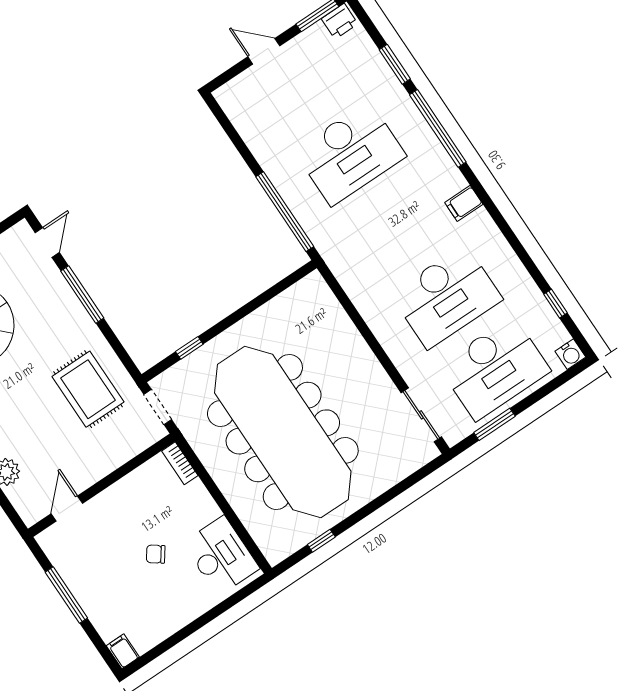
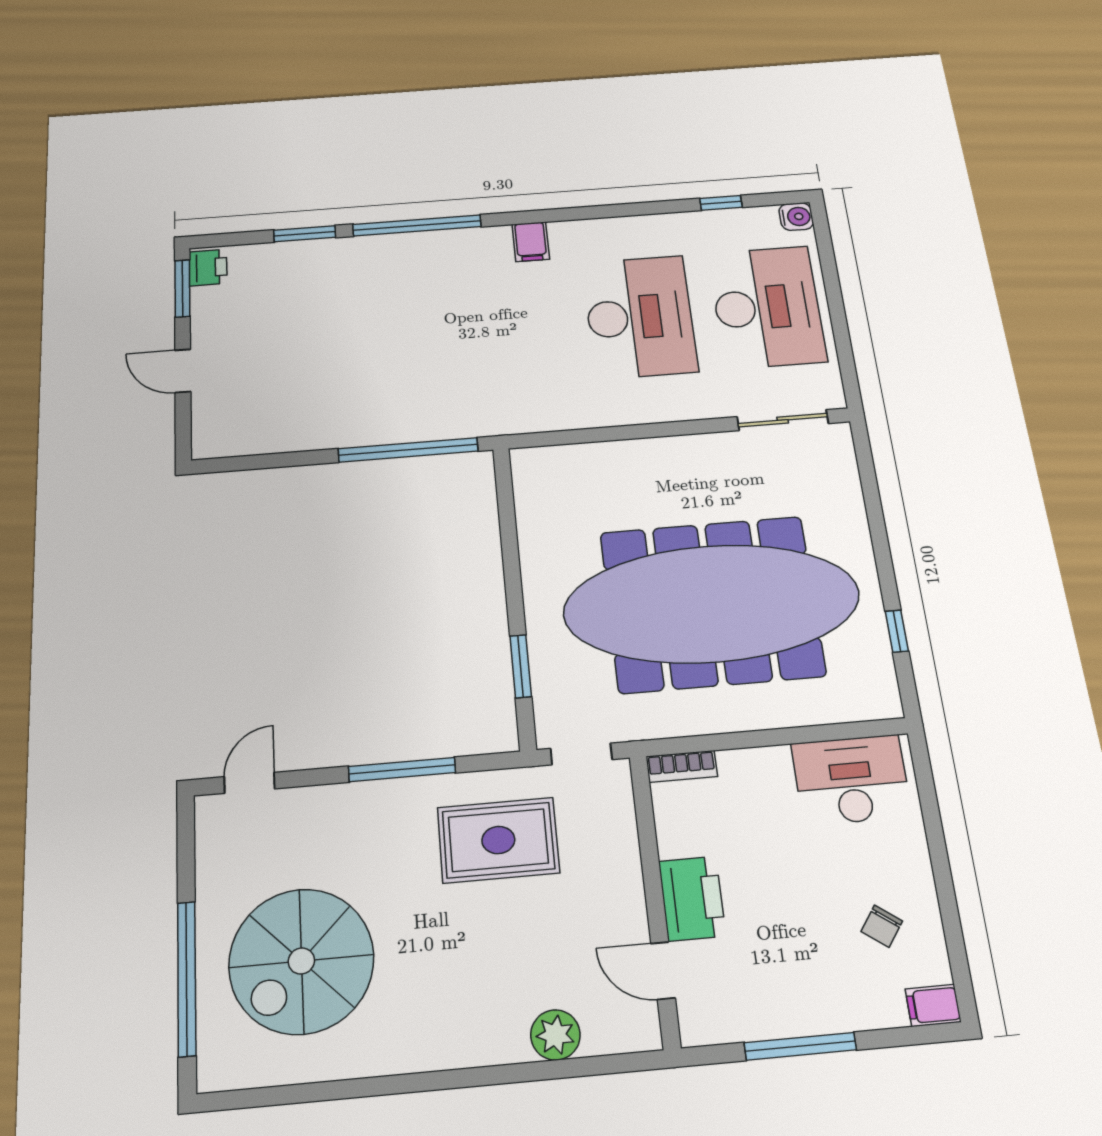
door: (264, 51) -> (183, 371), hinge flipped
desk: (350, 153) -> (383, 337), removed
door: (47, 242) -> (250, 783), hinge flipped
window: (82, 295) -> (402, 770), moved
window: (189, 348) -> (521, 666), width x1.50
window: (494, 424) -> (843, 342), removed
printer: (112, 505) -> (692, 898), added
chair: (156, 554) -> (882, 926), moved

